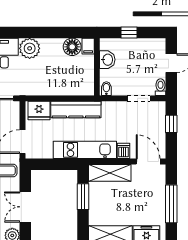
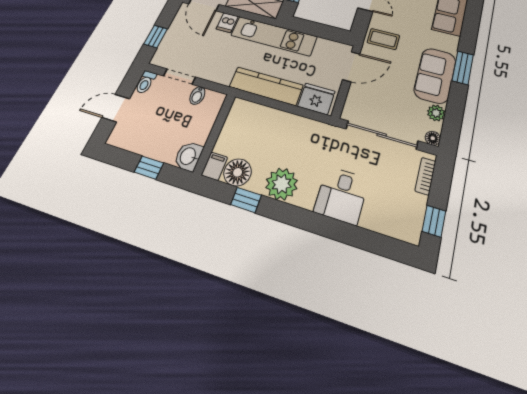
window: (60, 32) -> (246, 200), added
plant: (30, 48) -> (282, 184), moved
washbasin: (107, 60) -> (188, 156), moved
bidet: (106, 89) -> (197, 95), moved

